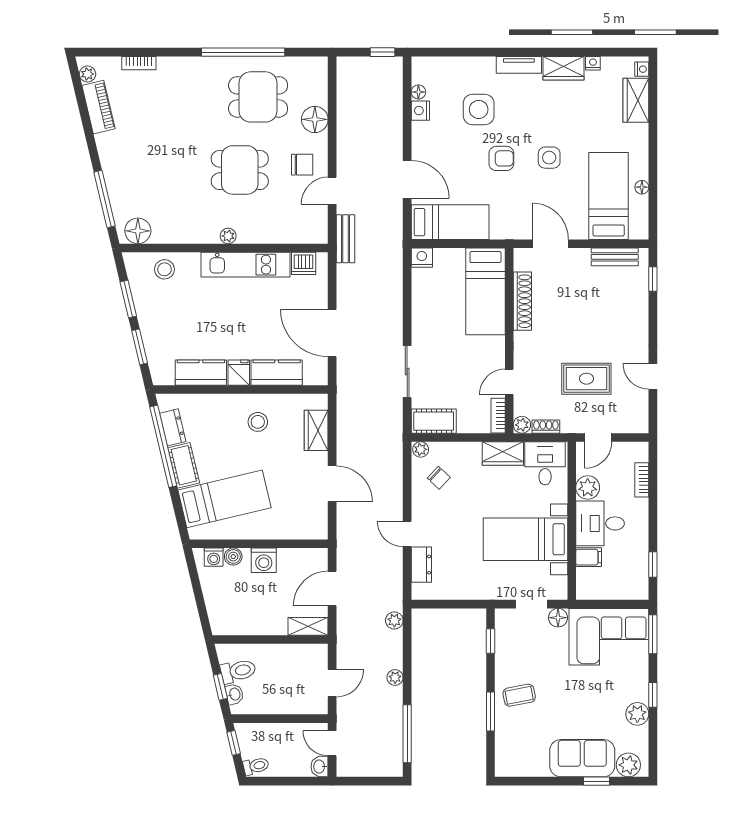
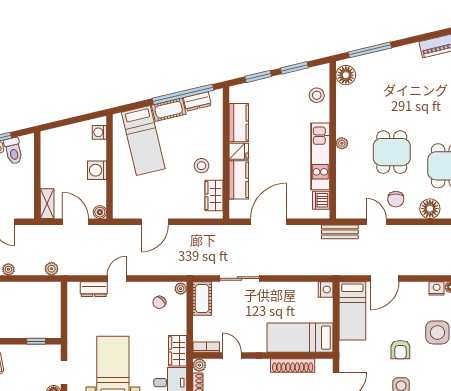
wardrobe: (316, 430) -> (214, 195), moved, turned -90
boiler: (233, 557) -> (100, 212), moved

